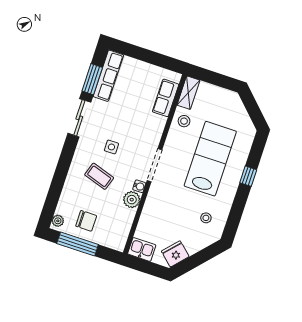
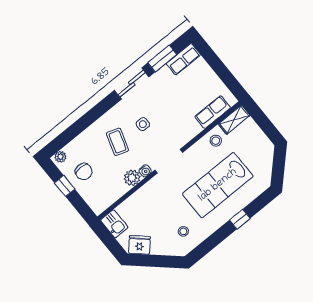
row of seats: (108, 76) -> (183, 59), width x0.68
lab bench: (210, 159) -> (218, 185), turned 180
window: (78, 244) -> (65, 186), width x0.46

